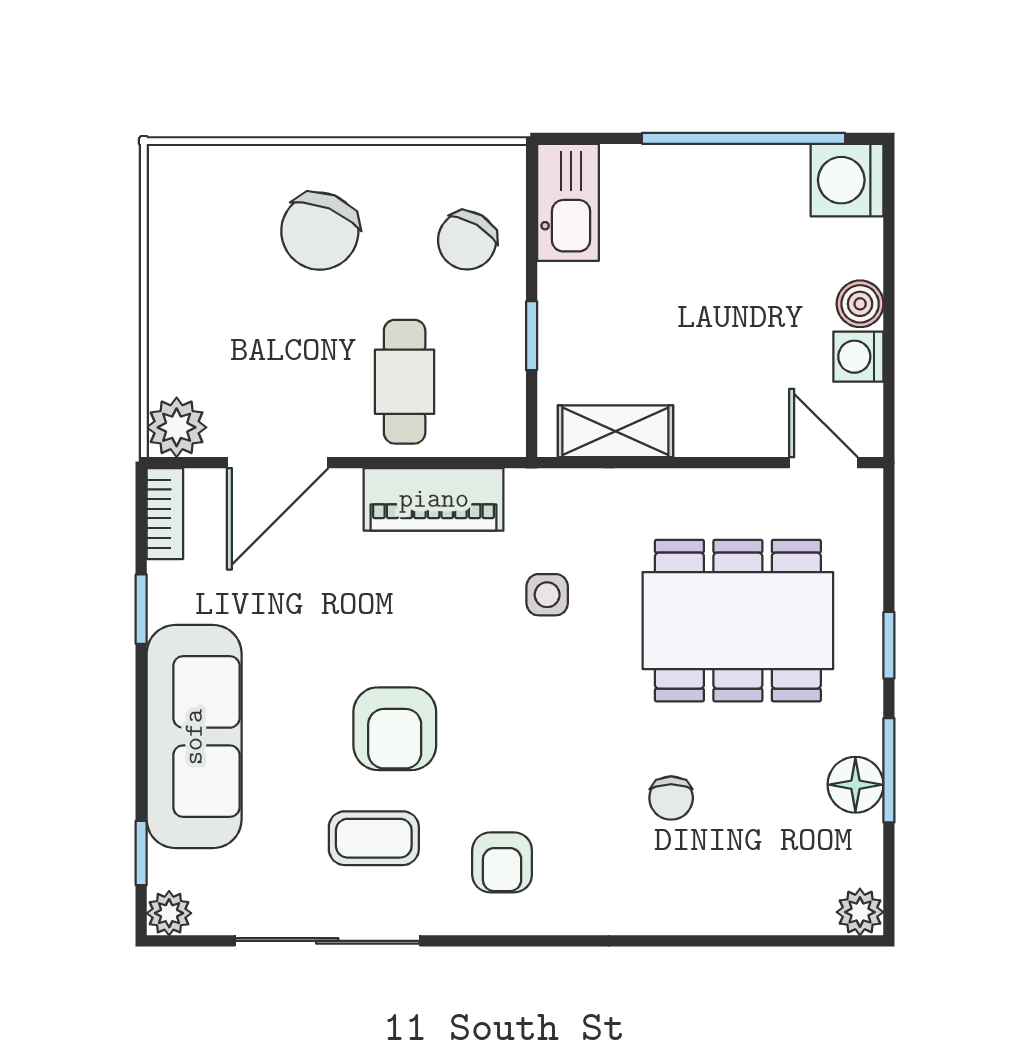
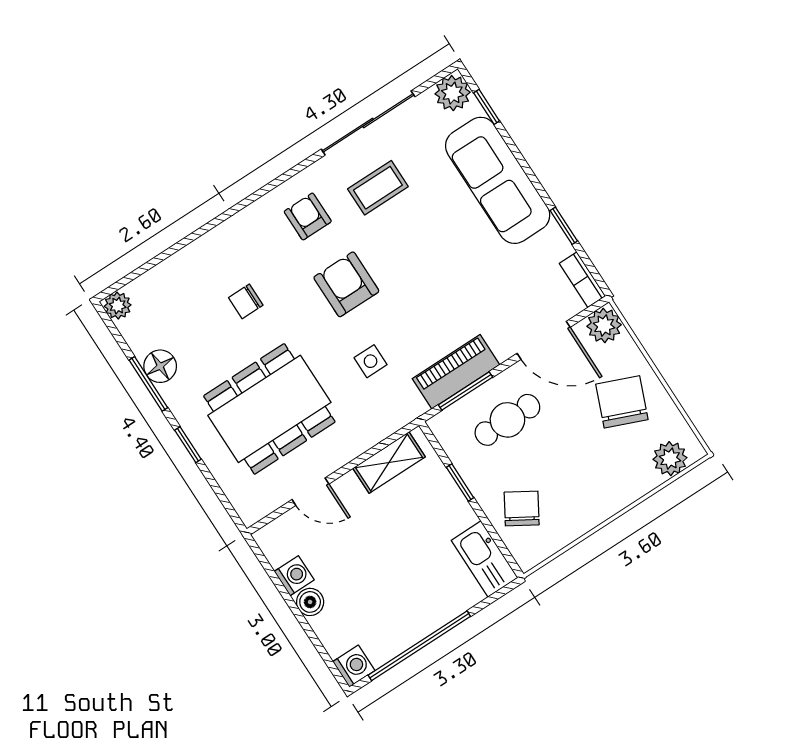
plant: (206, 173) -> (670, 459), added
washing machine: (847, 180) -> (354, 666), width x0.73, depth x0.73
chair: (320, 231) -> (622, 402), moved
cafe table: (405, 382) -> (507, 420), turned 90
door: (278, 463) -> (544, 340), swing flipped
window: (438, 463) -> (466, 391), added
door: (823, 463) -> (310, 492), moved
armchair: (395, 729) -> (346, 284), moved
chair: (671, 798) -> (246, 301), turned -90
plant: (169, 913) -> (453, 93), width x1.38, depth x1.38

